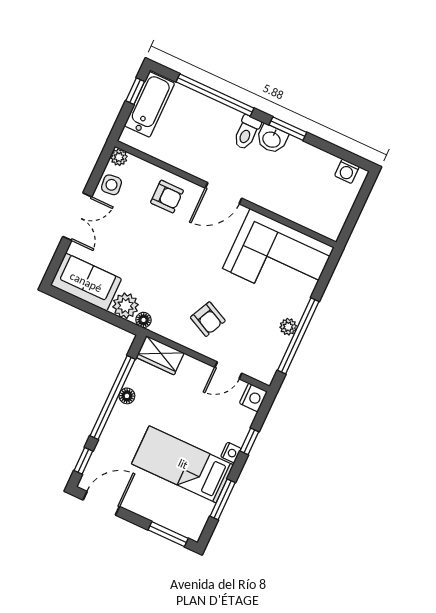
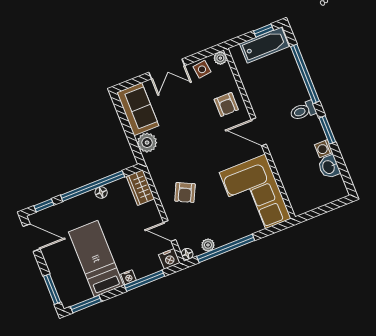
washbasin: (272, 139) -> (329, 167), moved
washing machine: (347, 171) -> (324, 149), moved
floor lamp: (144, 320) -> (187, 254), moved
plant: (288, 327) -> (208, 245), moved
window: (249, 441) -> (144, 281), width x2.17
window: (223, 499) -> (86, 304), moved

